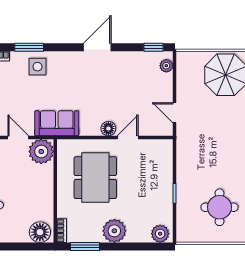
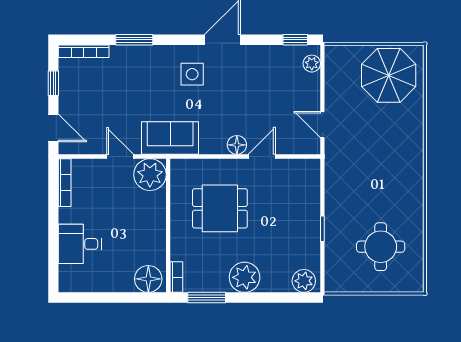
side table: (37, 67) -> (192, 74), moved
dining table: (95, 178) -> (220, 208), width x0.73

